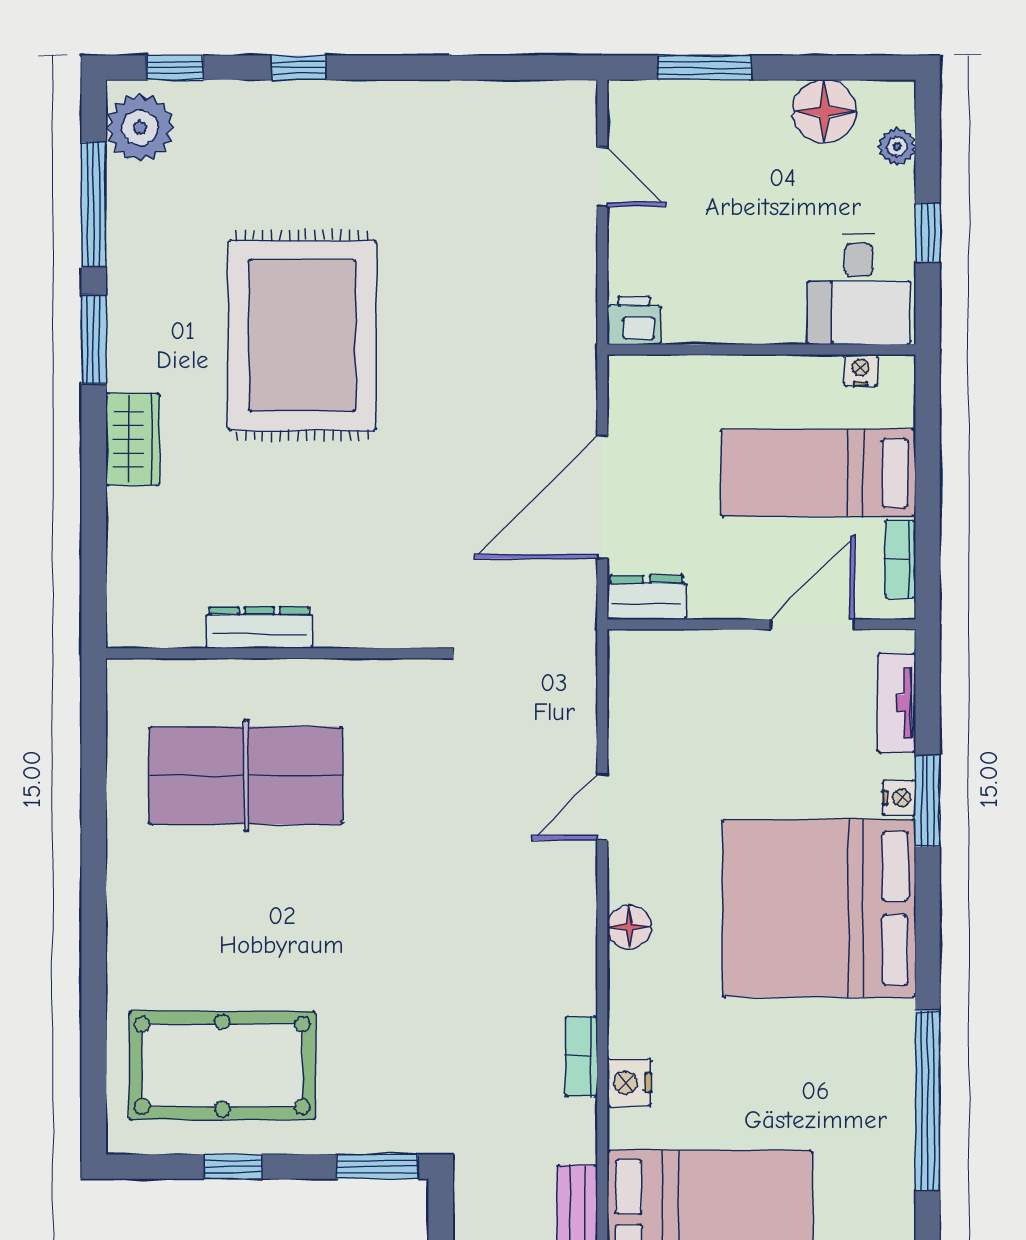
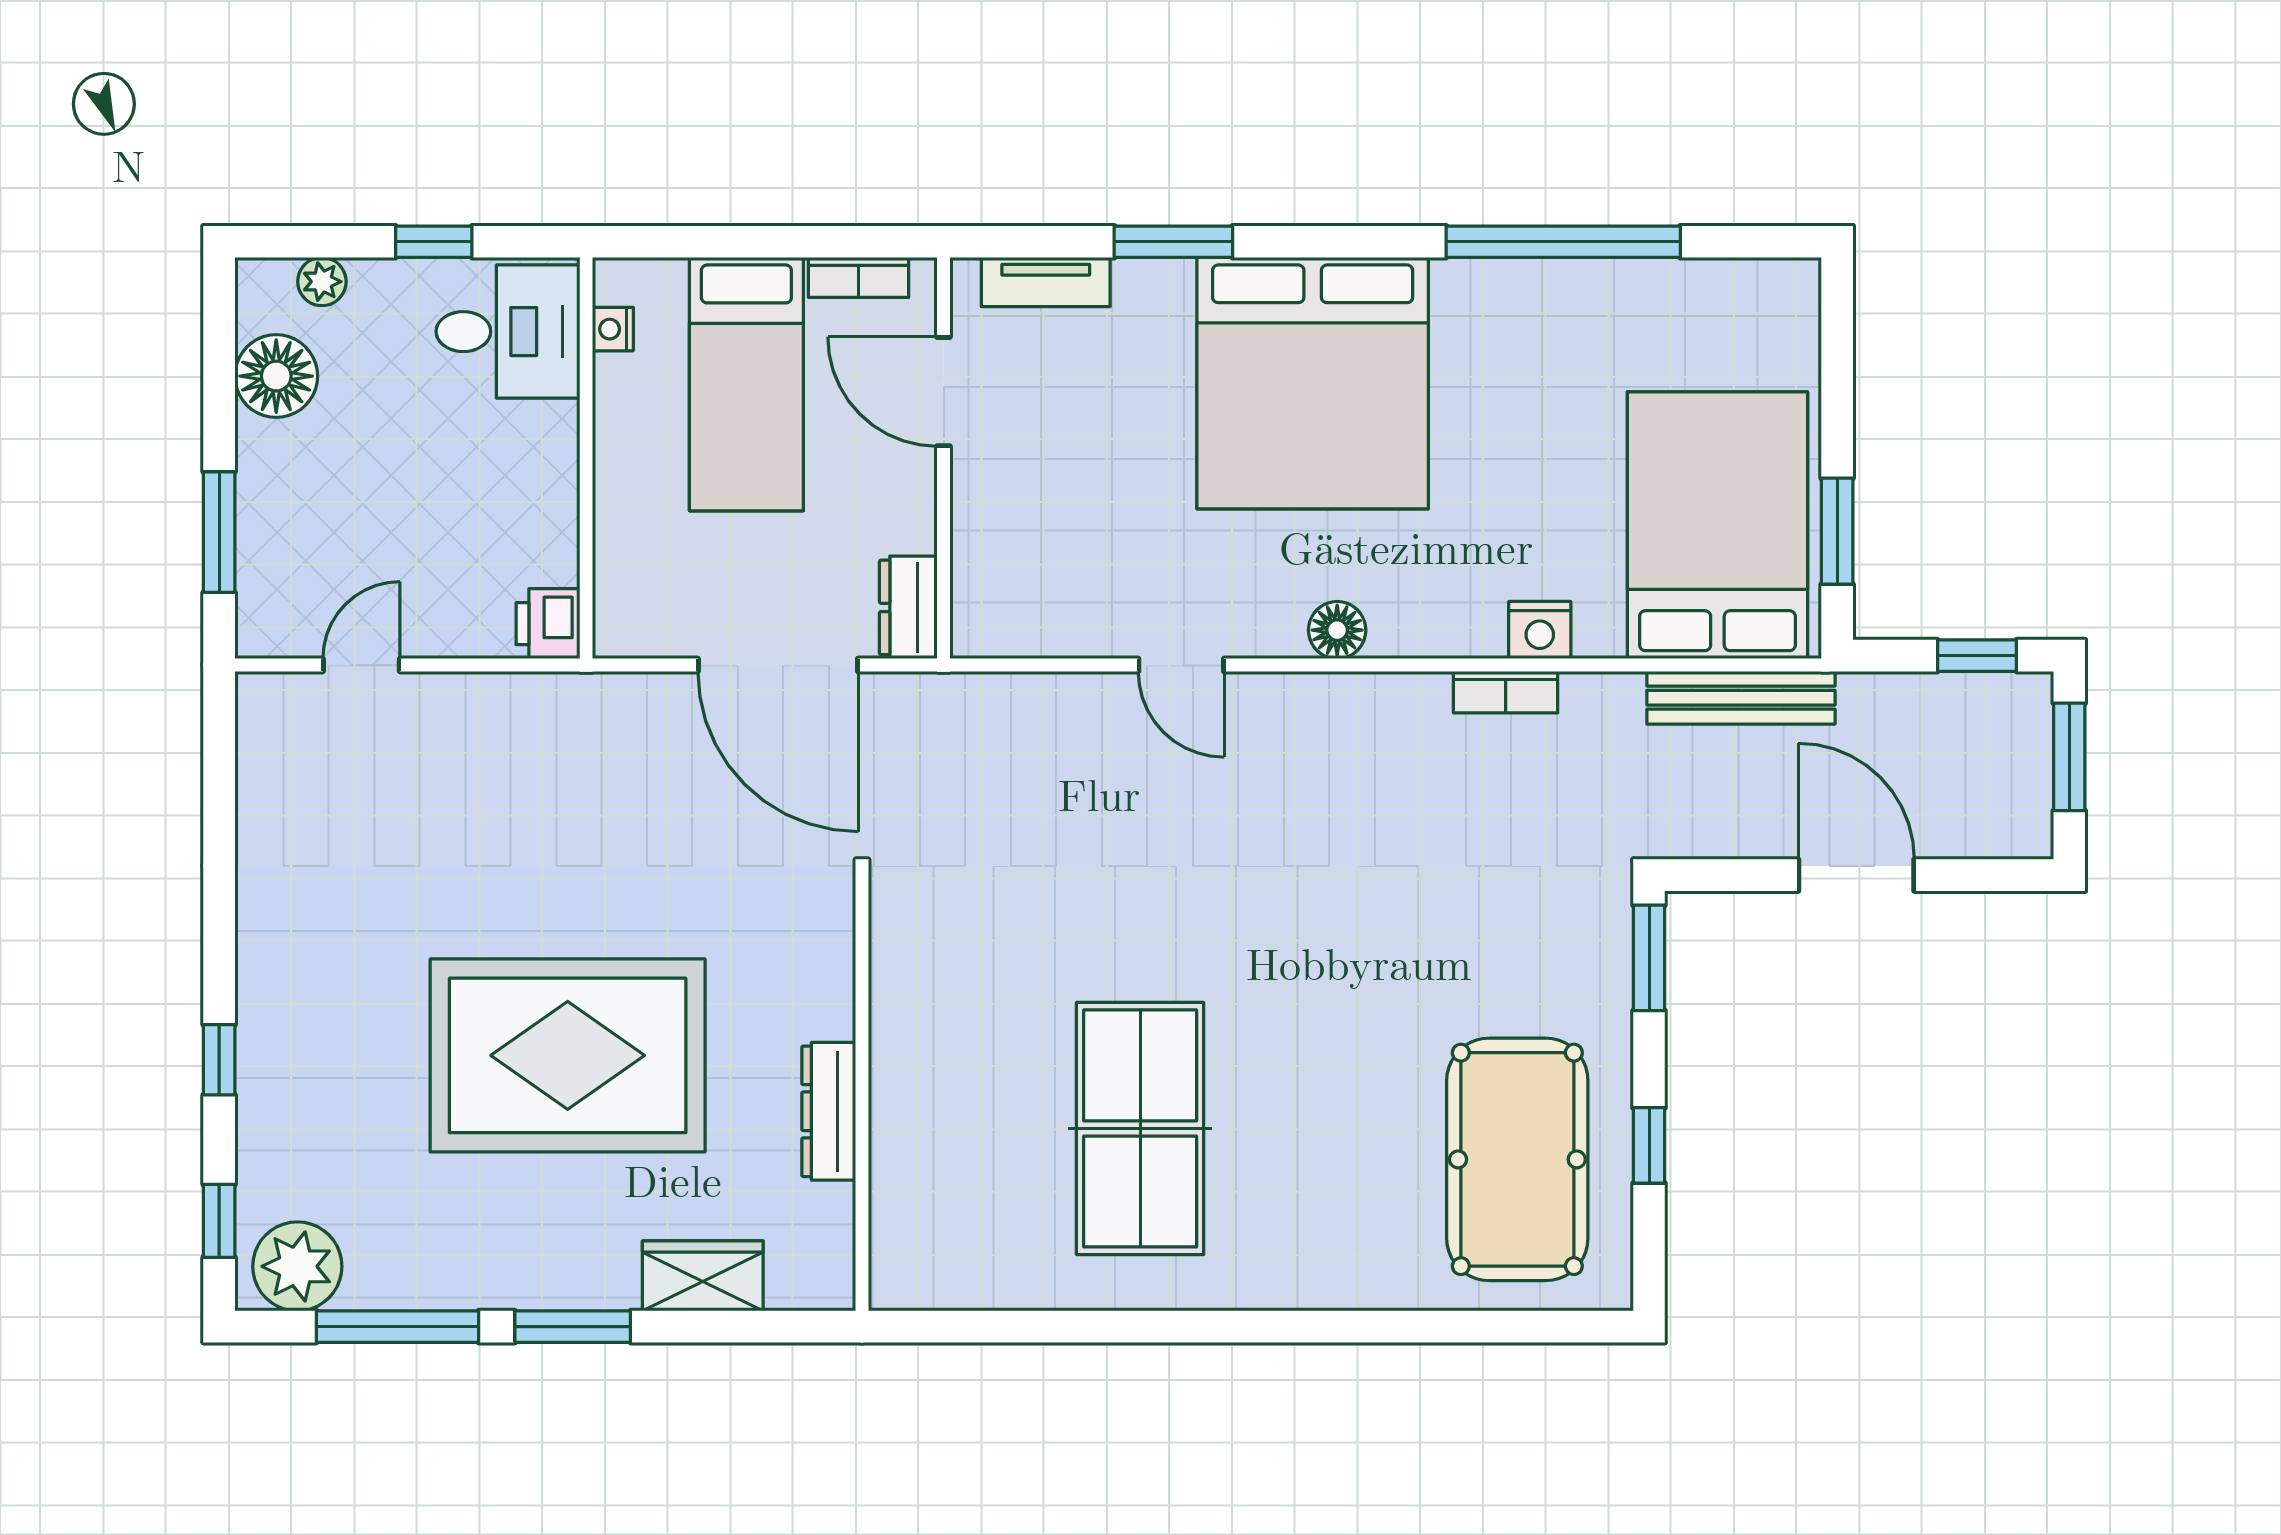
dresser: (259, 628) -> (829, 1111), moved
wall: (274, 653) -> (862, 1091), moved
nightstand: (899, 798) -> (1169, 279), removed

